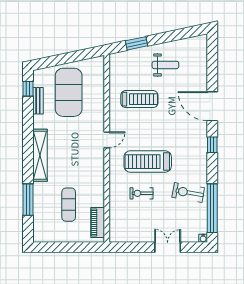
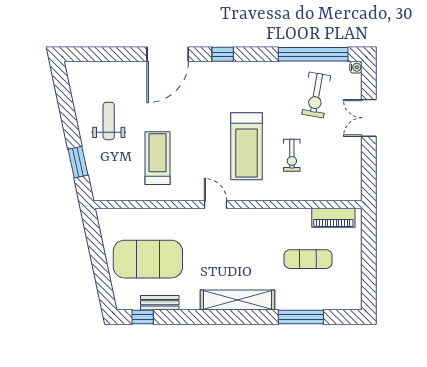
exercise bike: (188, 193) -> (316, 95), moved

